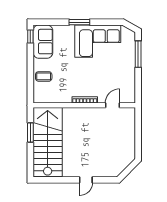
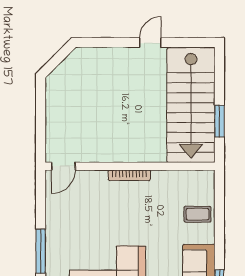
door: (113, 105) -> (63, 166), moved
door: (86, 180) -> (150, 42), moved

